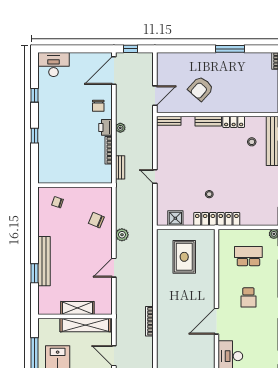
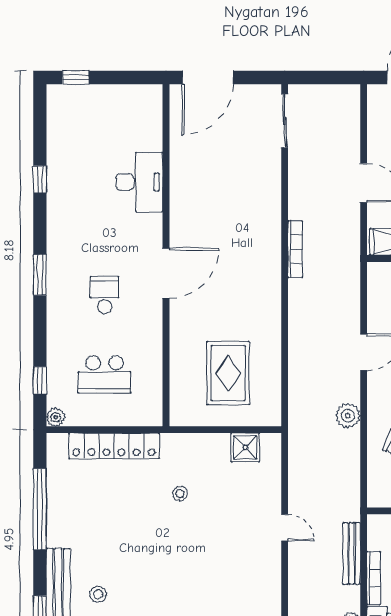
bench: (120, 167) -> (352, 553), width x1.36
locker: (217, 219) -> (114, 446), moved
door: (216, 321) -> (166, 273), moved

